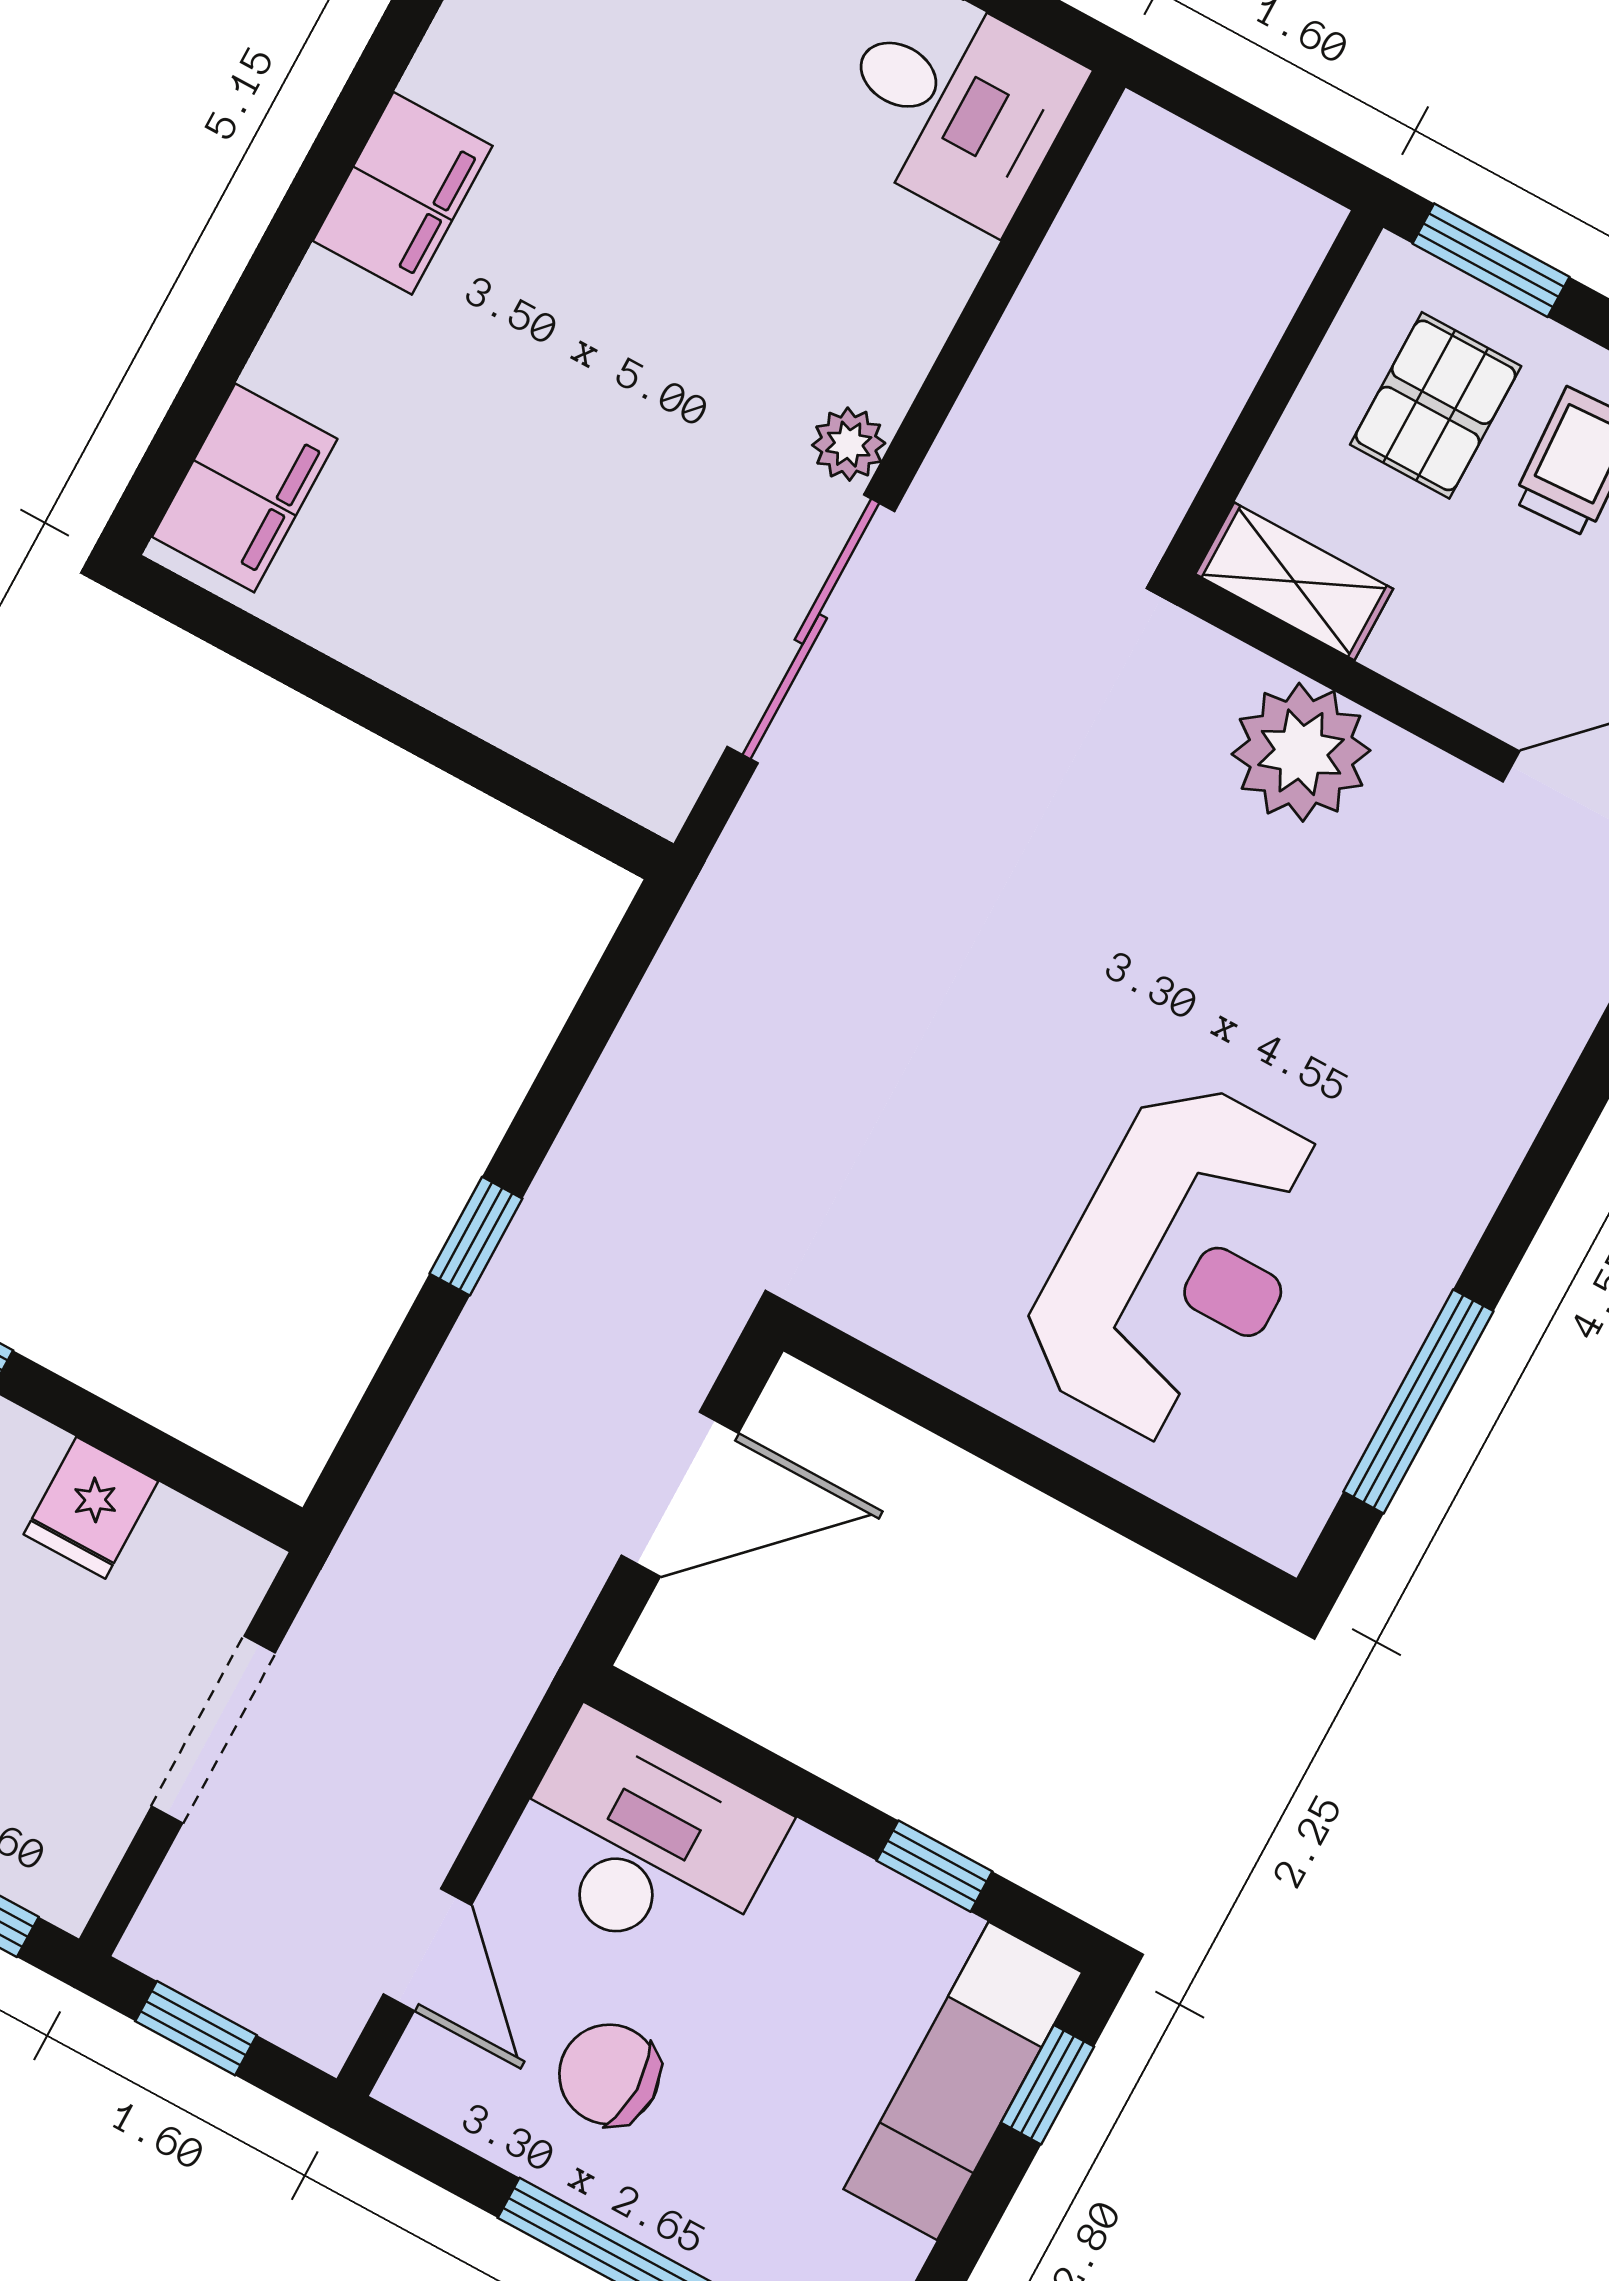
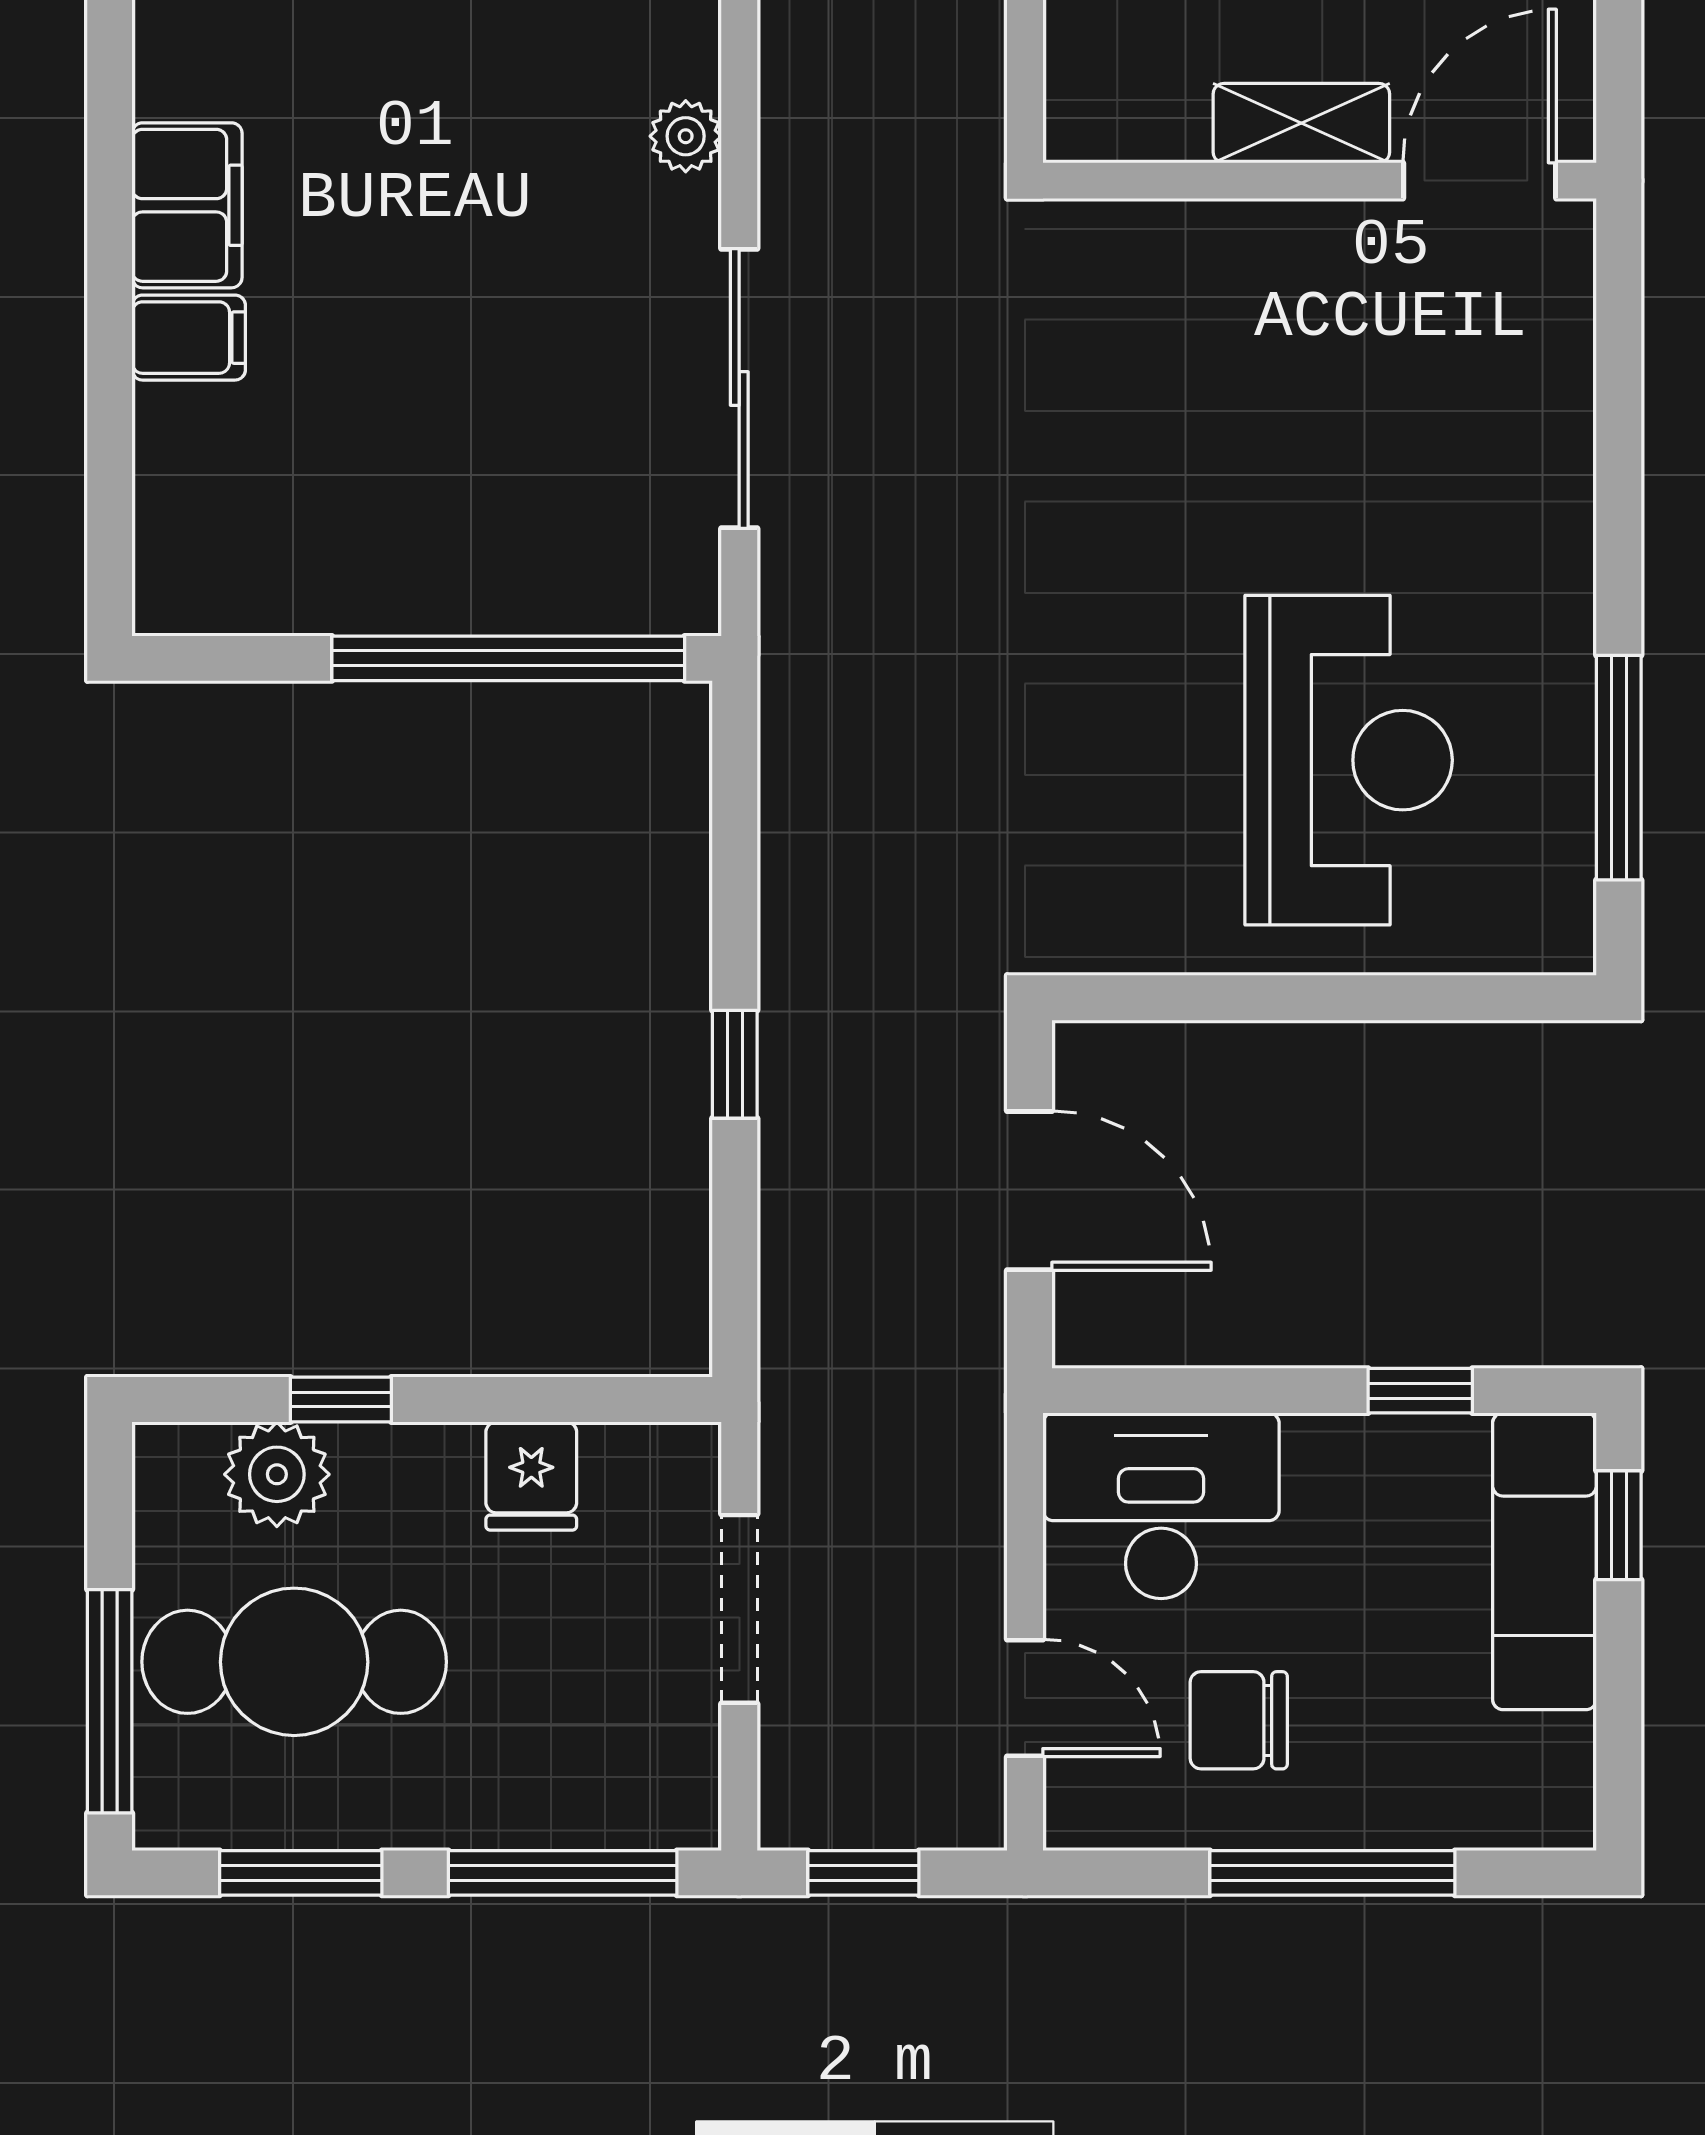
plant: (849, 444) -> (686, 136), moved
filing cabinet: (245, 488) -> (189, 338), moved, width x0.50
shelving: (1294, 581) -> (1301, 123), moved
plant: (1301, 752) -> (1216, 266), removed
window: (470, 759) -> (508, 658), added
door: (680, 1494) -> (1029, 1191), hinge flipped

